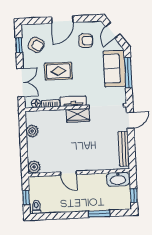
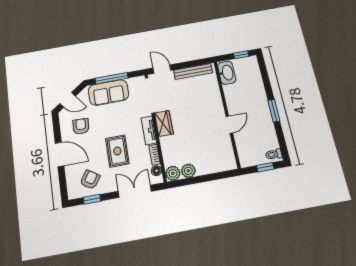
plant: (34, 167) -> (173, 173), moved
window: (99, 214) -> (274, 111), moved

